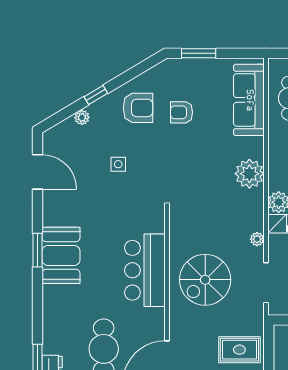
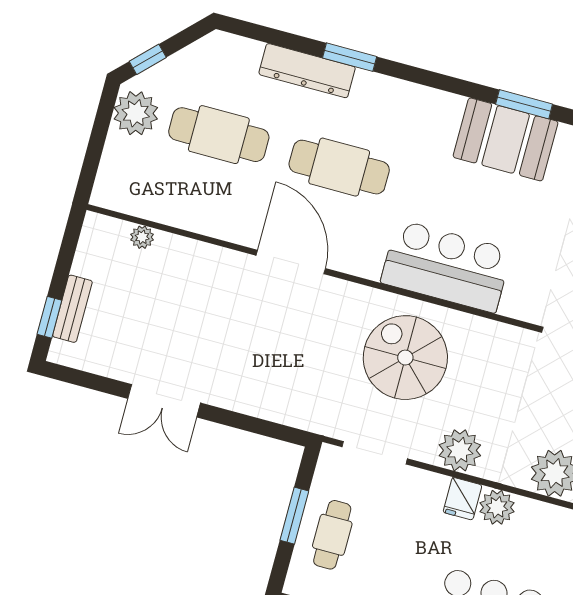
plant: (257, 239) -> (460, 450), width x1.88, depth x1.88
rug: (239, 350) -> (280, 382), removed

